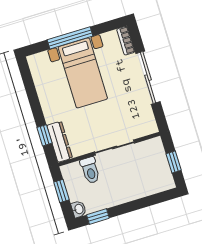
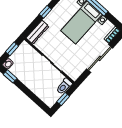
window: (45, 135) -> (45, 12), moved
toilet: (90, 170) -> (64, 86), moved

